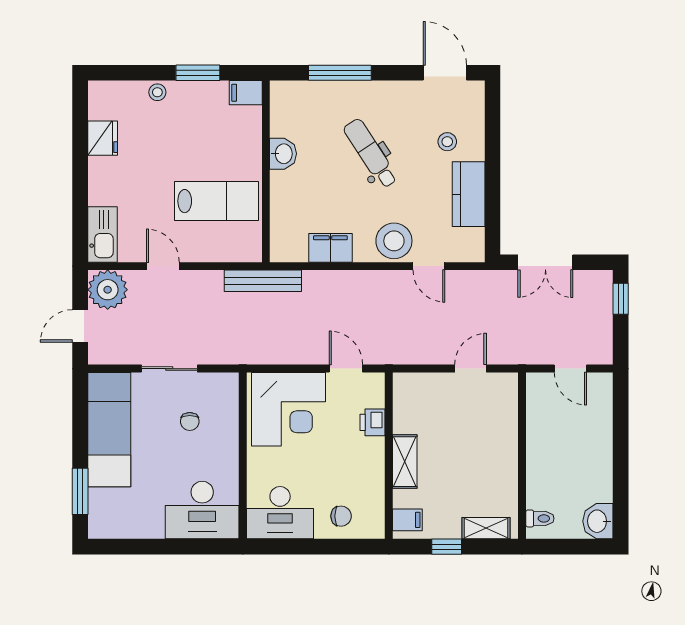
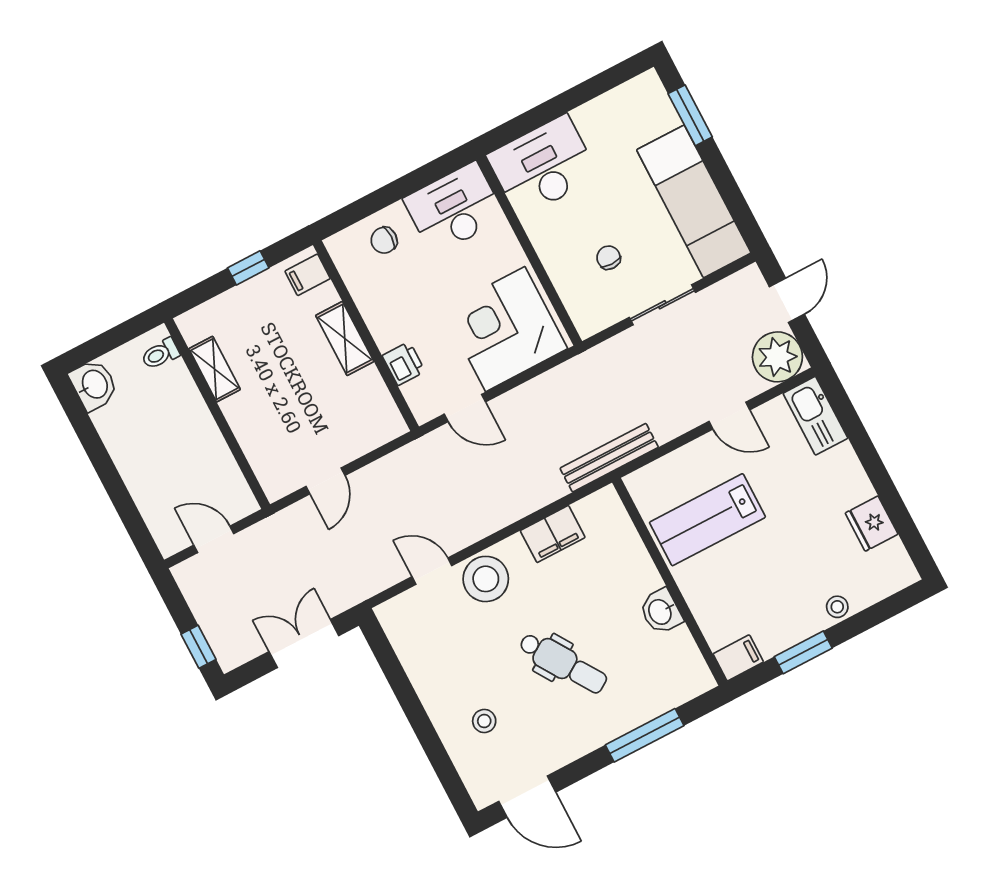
kitchen counter: (469, 194) -> (430, 675), removed
shelving: (486, 528) -> (215, 369), moved, turned 90

